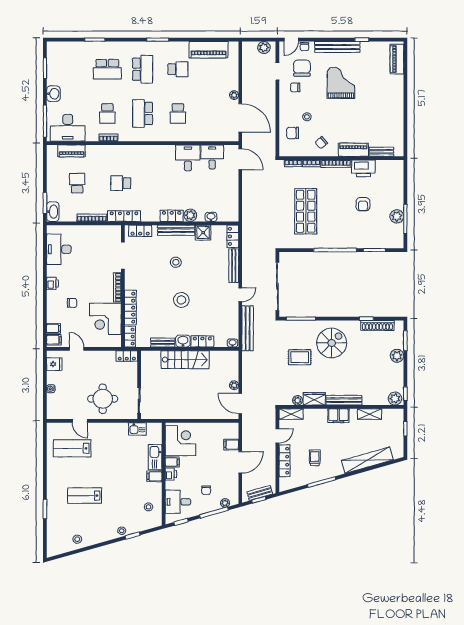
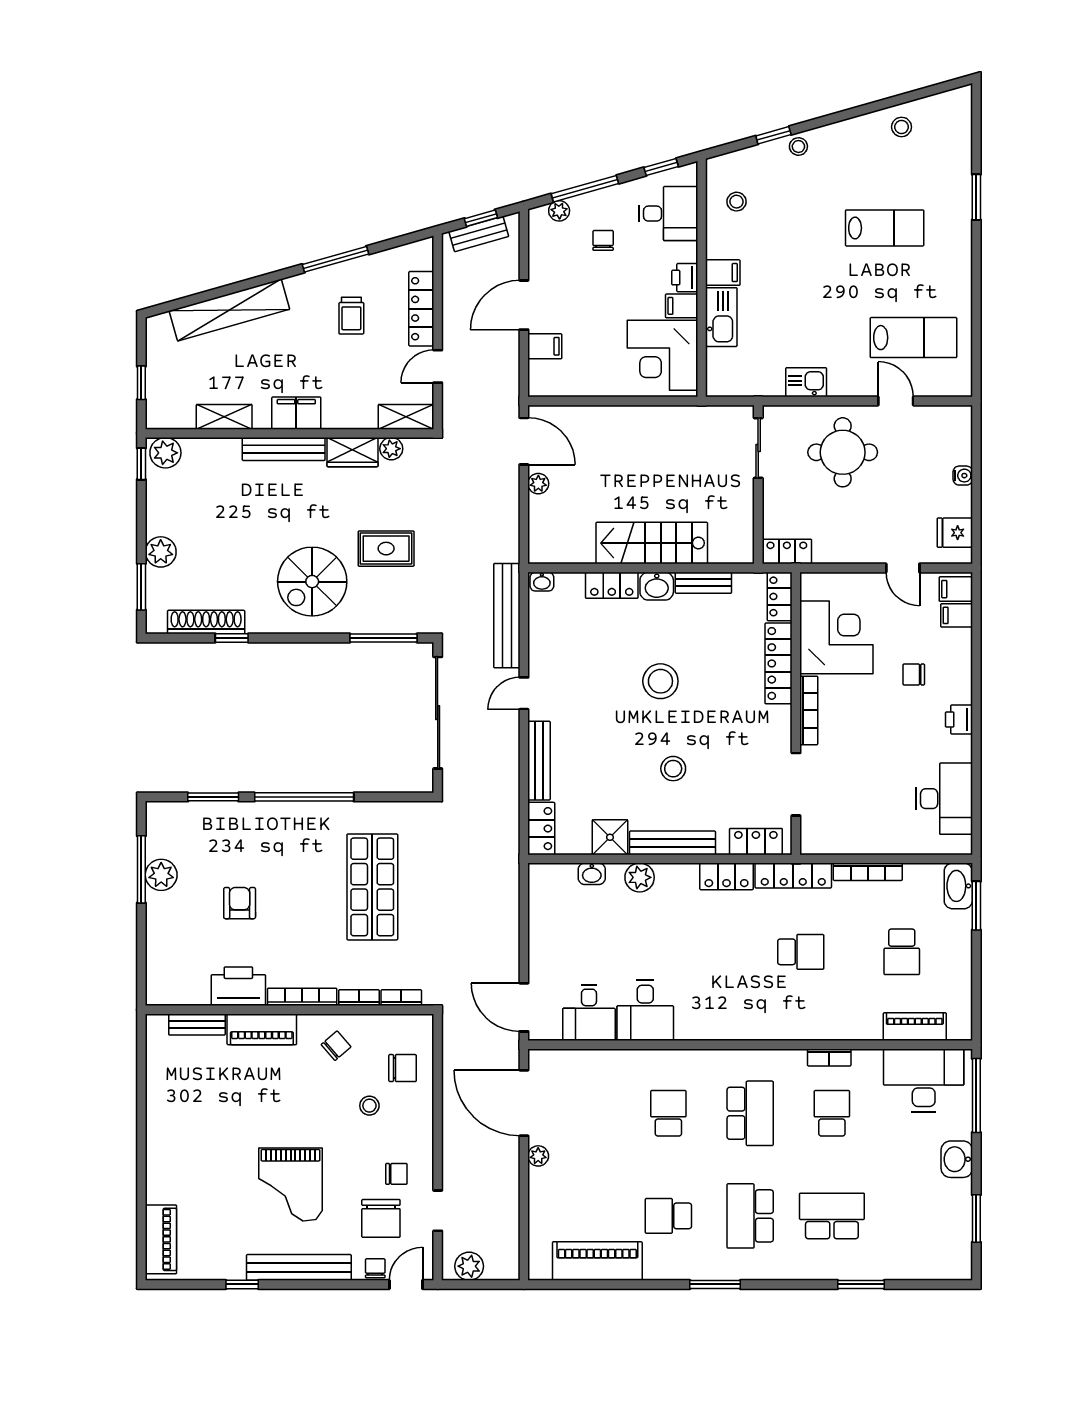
locker: (172, 216) -> (727, 876), moved
kitchen sink: (137, 429) -> (806, 382), moved

